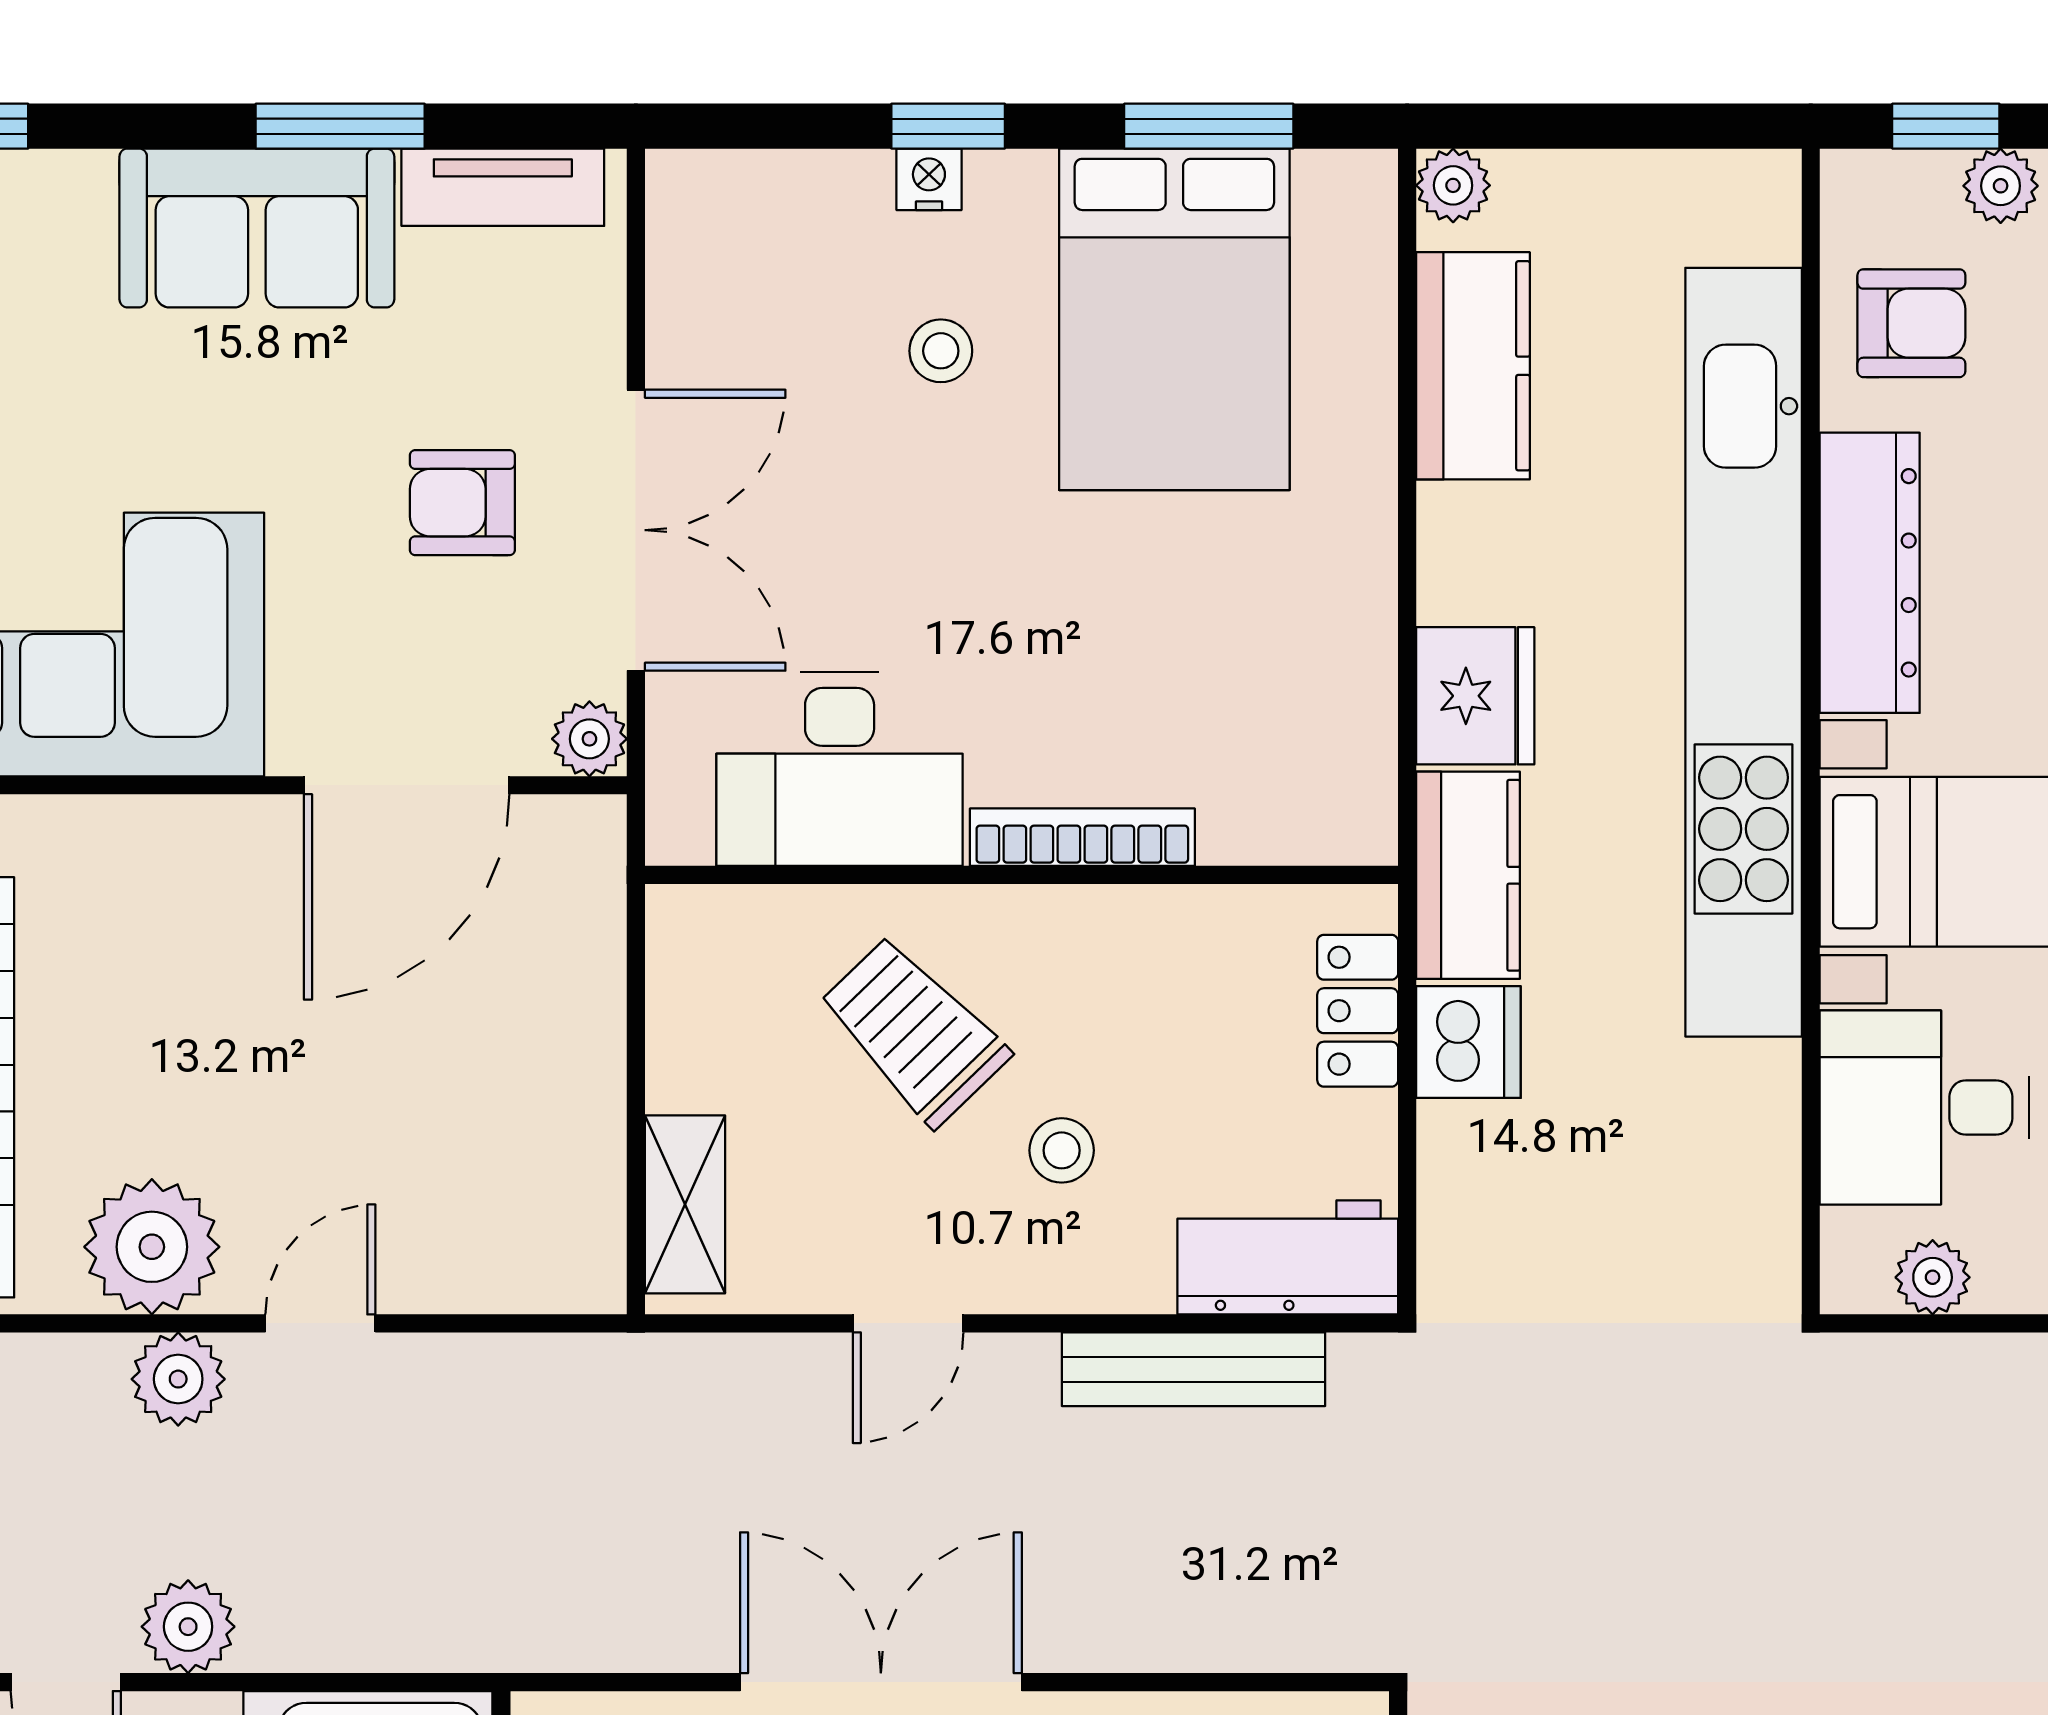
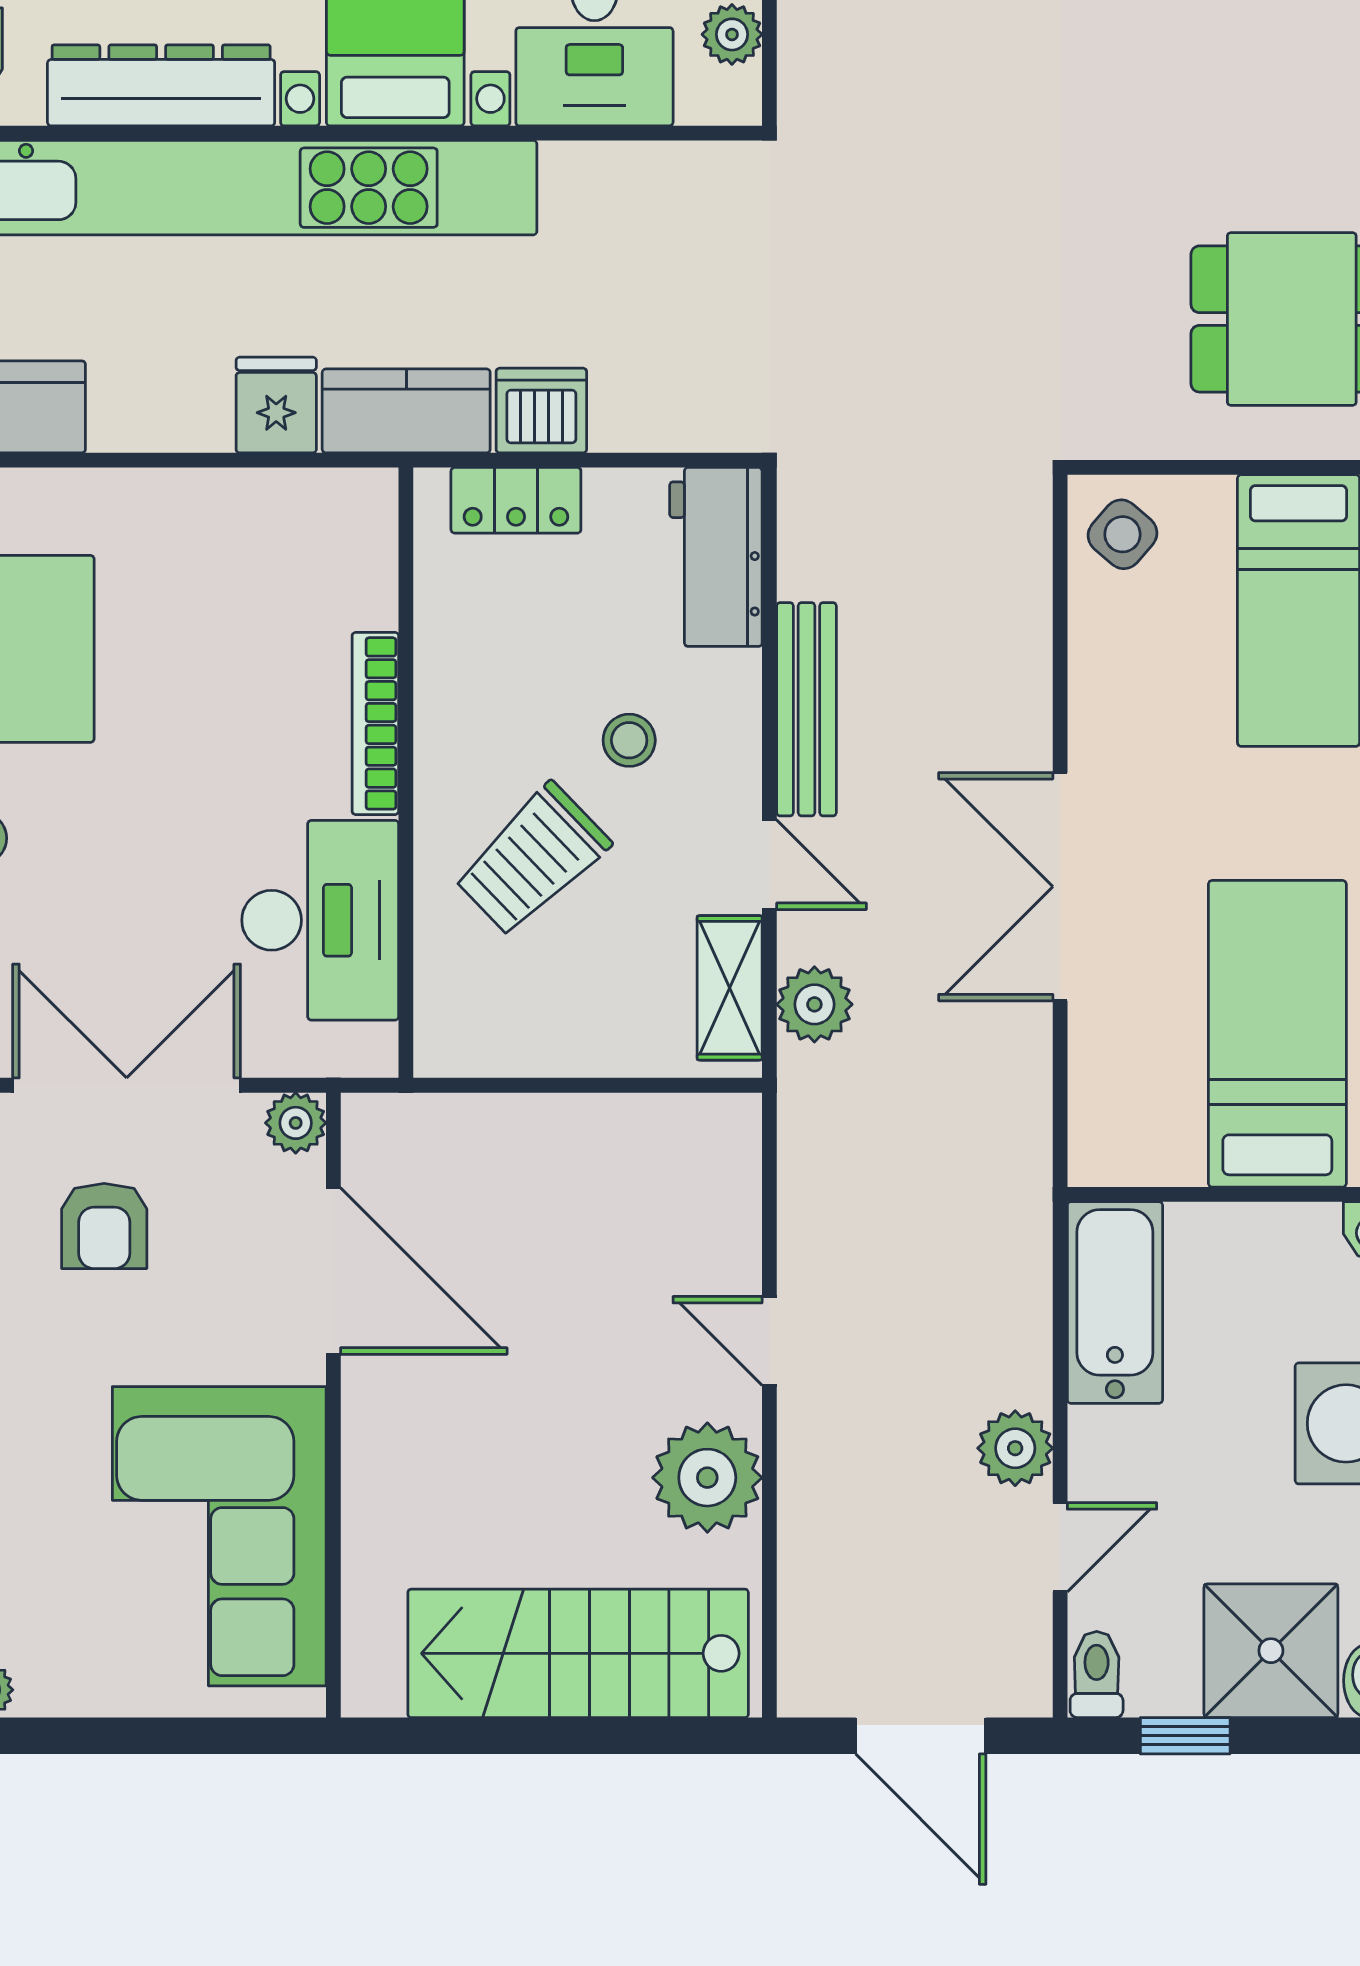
fridge: (1475, 696) -> (276, 405), width x0.72
shelving: (685, 1204) -> (730, 988), moved, turned 90
bench: (1193, 1369) -> (807, 709), moved
plant: (178, 1379) -> (814, 1004), moved

